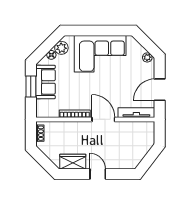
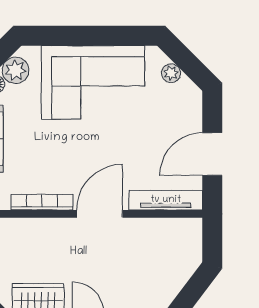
plant: (147, 57) -> (171, 73), moved
door: (103, 119) -> (100, 214), hinge flipped

